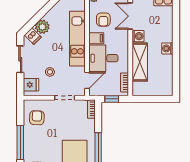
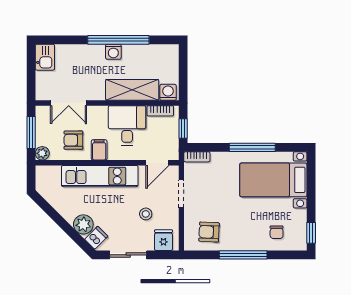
armchair: (103, 20) -> (73, 140), turned 180
washing machine: (138, 36) -> (168, 92), moved
window: (176, 52) -> (118, 40), added
desk: (103, 58) -> (127, 126), moved, turned 180
door: (87, 80) -> (157, 163), swing flipped

